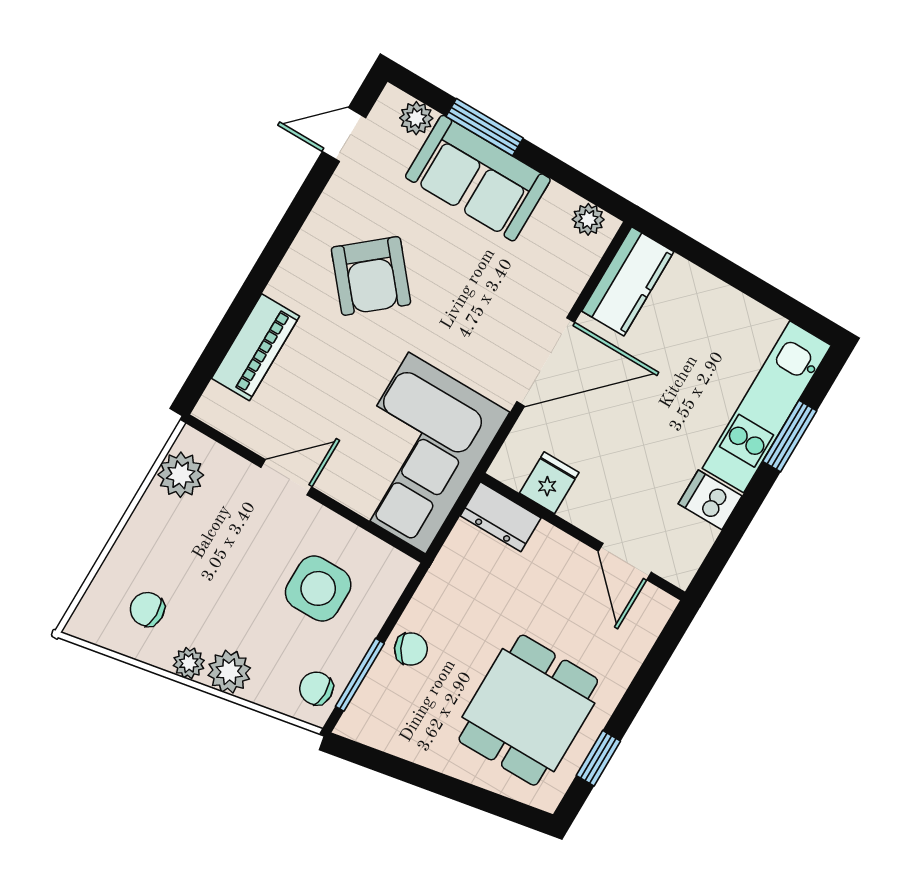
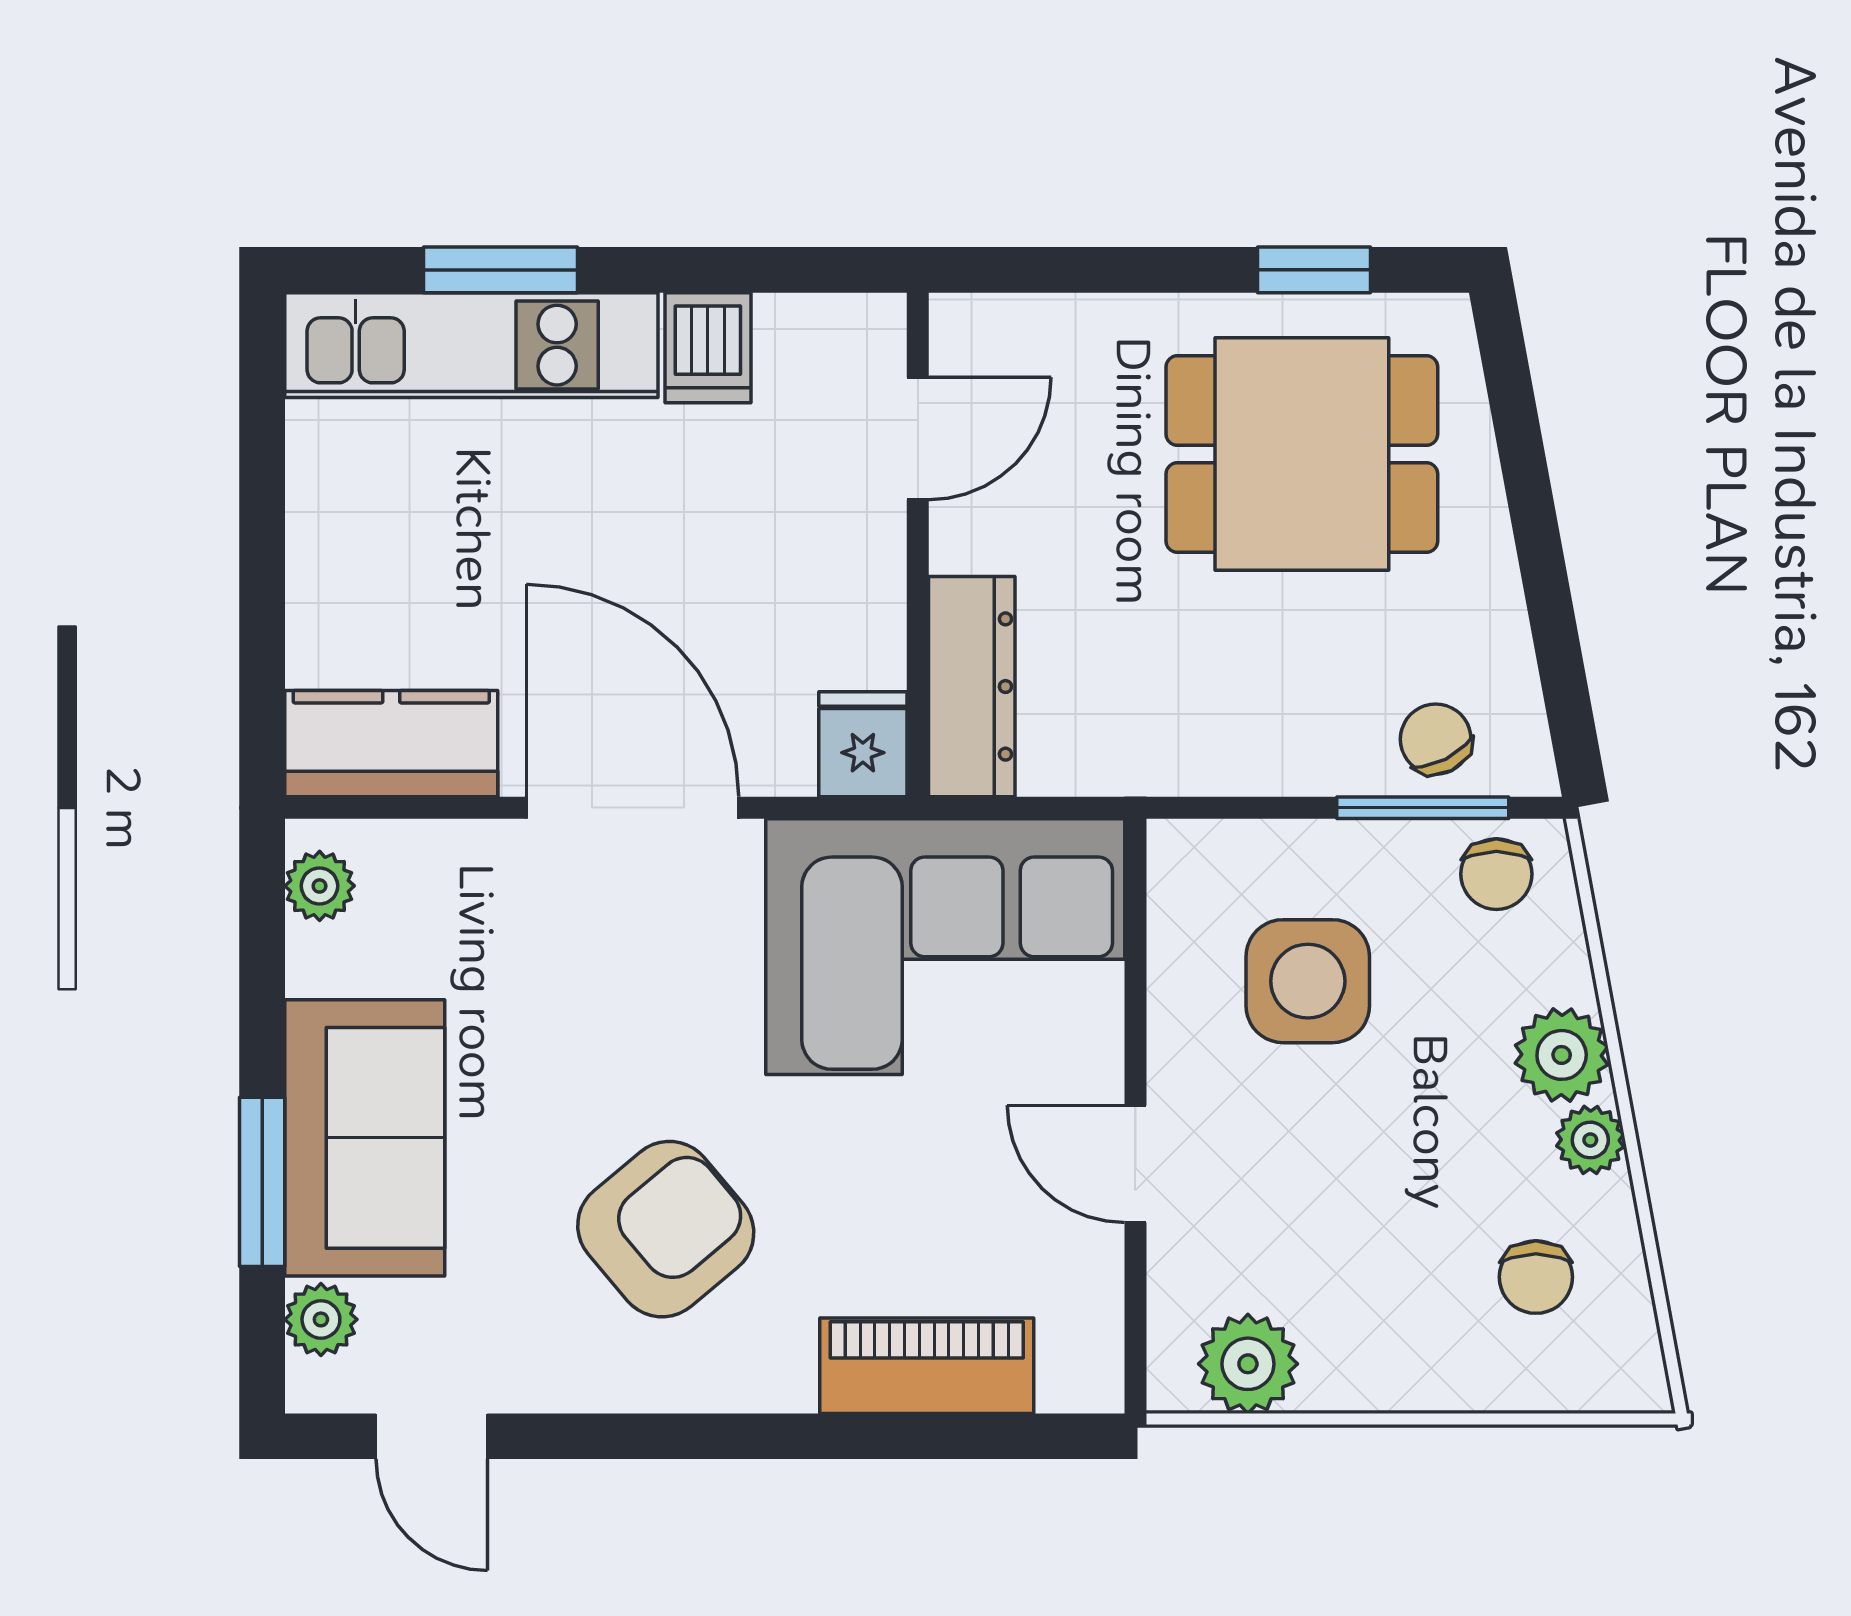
fridge: (549, 483) -> (863, 744), moved, turned 90
dresser: (501, 517) -> (972, 687), width x1.44
chair: (411, 649) -> (1436, 739), moved

